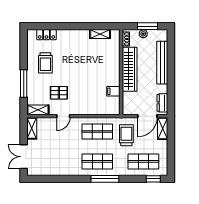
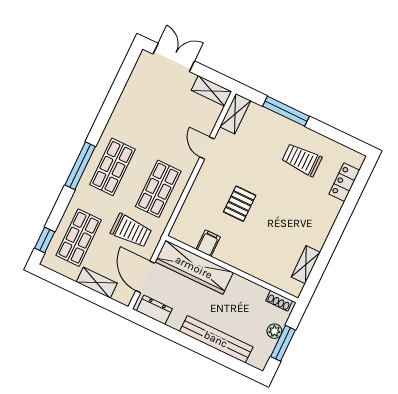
wardrobe: (130, 69) -> (194, 267), moved
pallet: (59, 93) -> (240, 204), moved
shelving: (163, 128) -> (97, 283), moved

